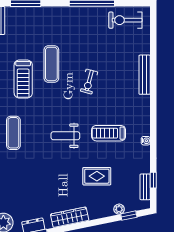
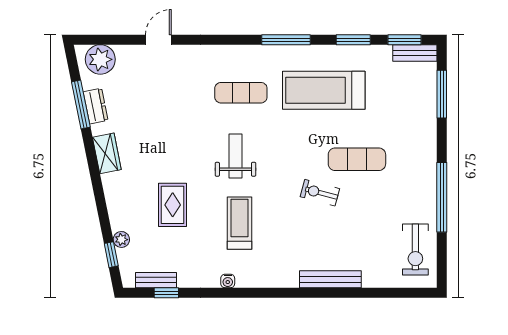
exercise bike: (125, 20) -> (415, 249), turned 180
exercise mat: (51, 64) -> (357, 159), moved
treadmill: (23, 79) -> (324, 90), width x1.37, depth x1.38
exercise mat: (13, 133) -> (241, 93), moved
wardrobe: (70, 217) -> (107, 153), width x0.67

